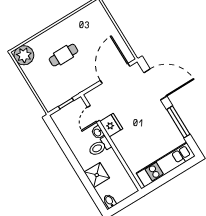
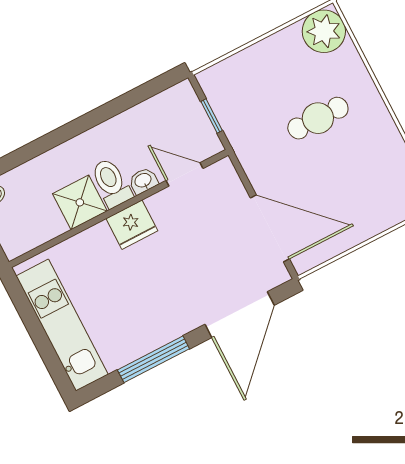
cafe table: (63, 55) -> (318, 118), turned 90
fridge: (111, 125) -> (132, 225), moved
shower: (97, 175) -> (80, 202), moved

